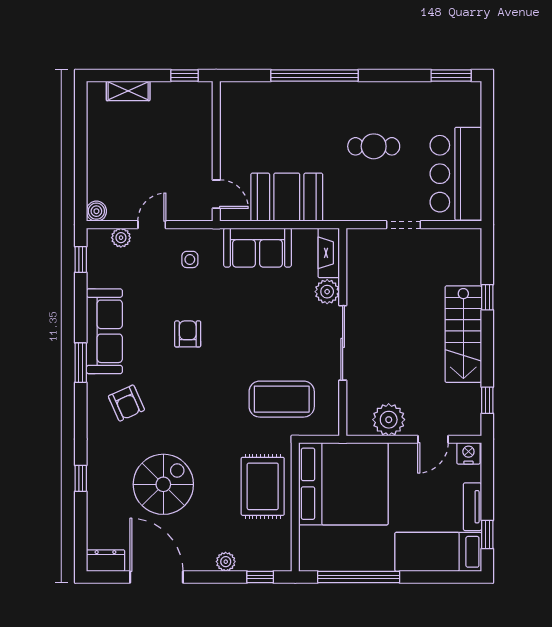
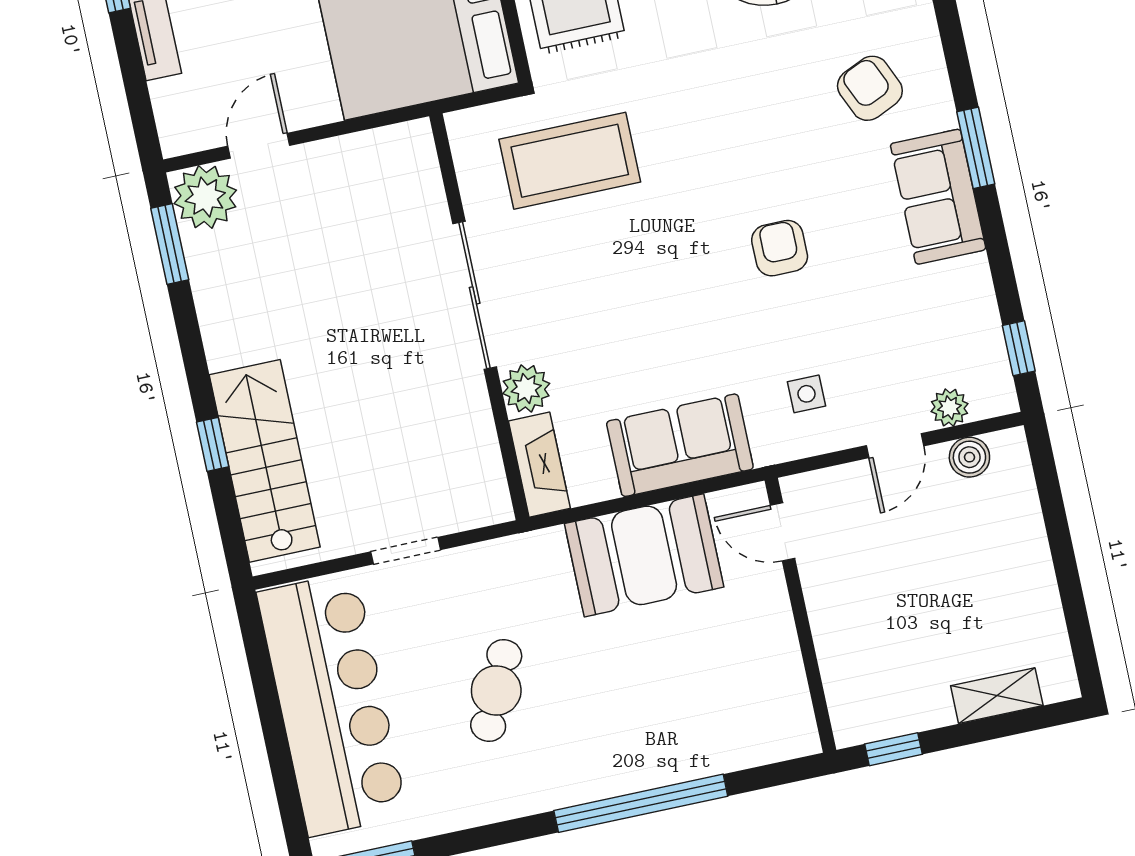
cafe table: (374, 146) -> (496, 690), turned -65
bar counter: (456, 174) -> (332, 704), width x1.36
boiler: (96, 211) -> (969, 457), moved
sofa: (104, 331) -> (938, 197), width x0.73
armchair: (188, 334) -> (780, 248), turned 180
stairs: (463, 334) -> (265, 461), moved
window: (487, 400) -> (170, 244), width x1.50
plant: (389, 420) -> (205, 197), moved
nightstand: (468, 453) -> (184, 133), removed

